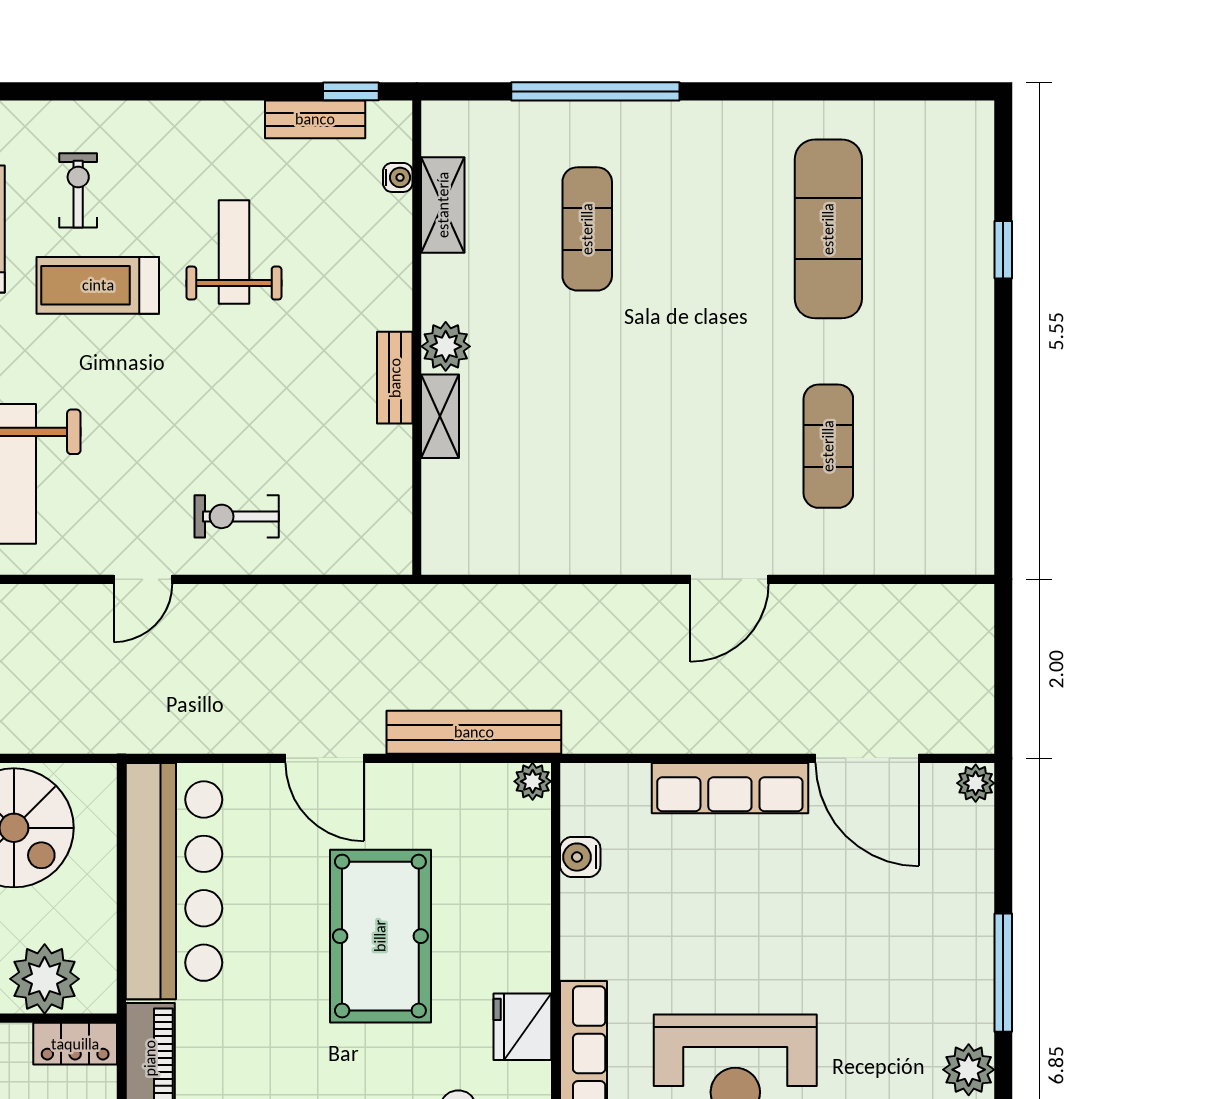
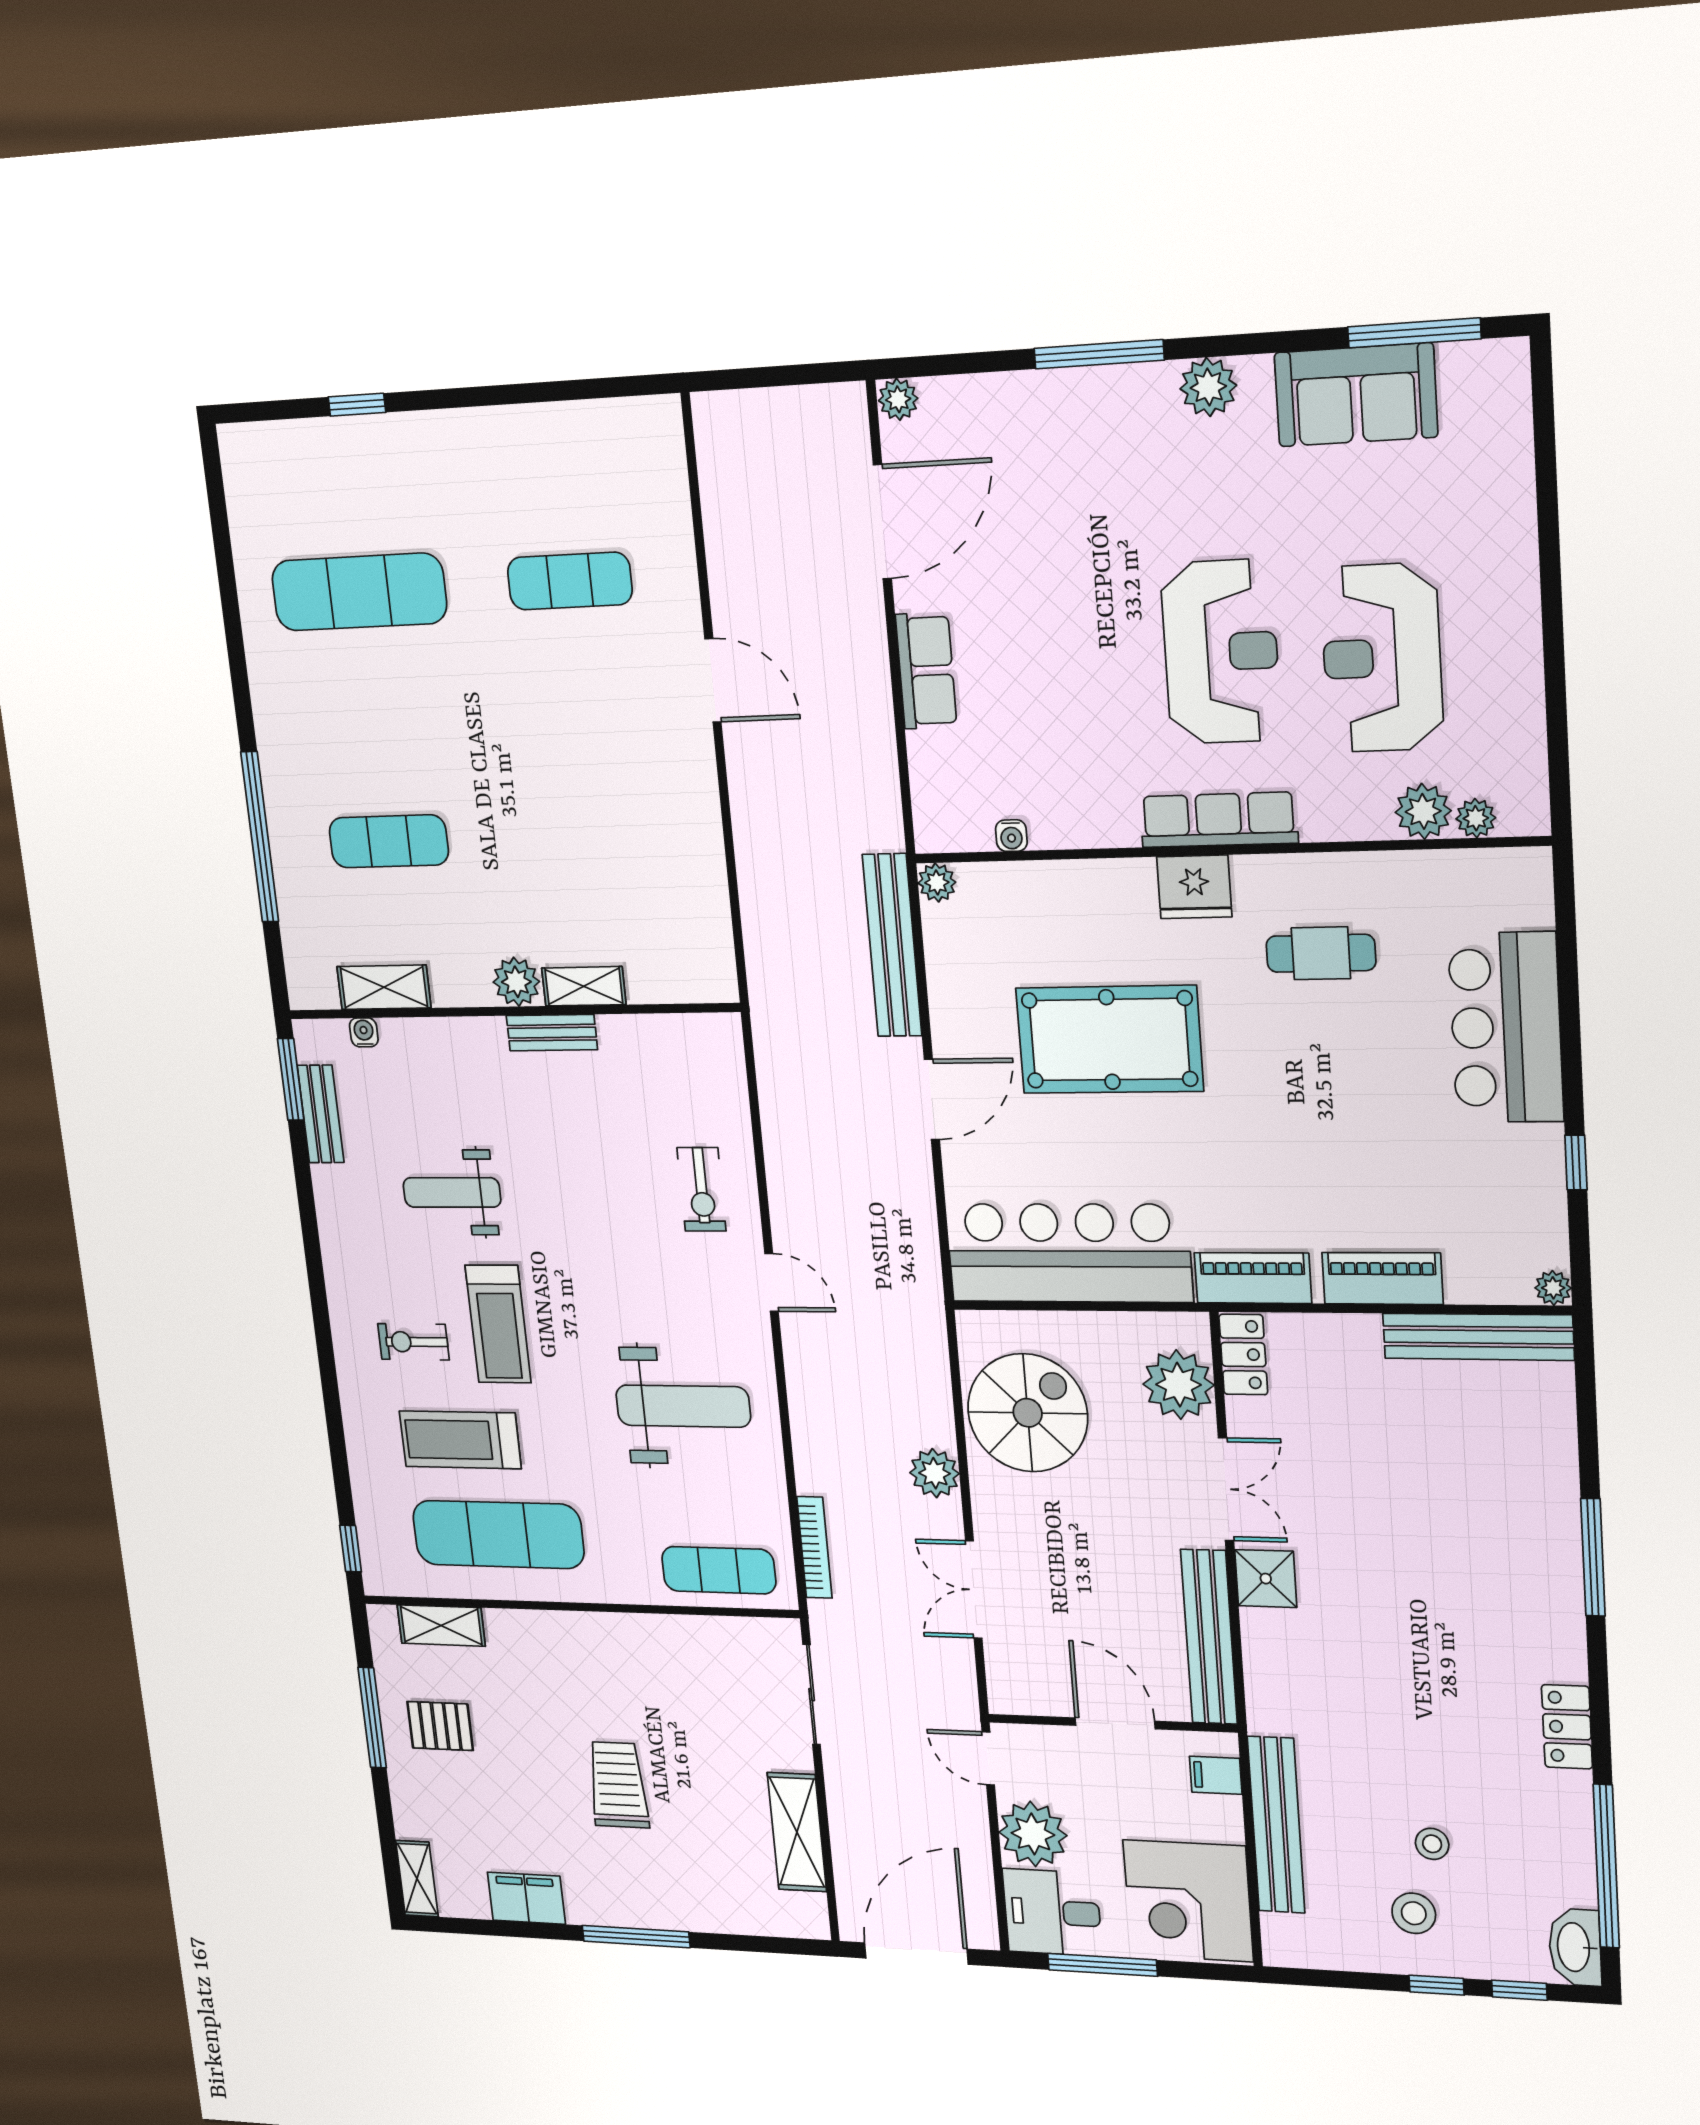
window: (351, 91) -> (291, 1079), width x1.50
row of seats: (730, 788) -> (926, 671), width x0.68
water cooler: (580, 857) -> (1011, 836), width x0.72, depth x0.72

